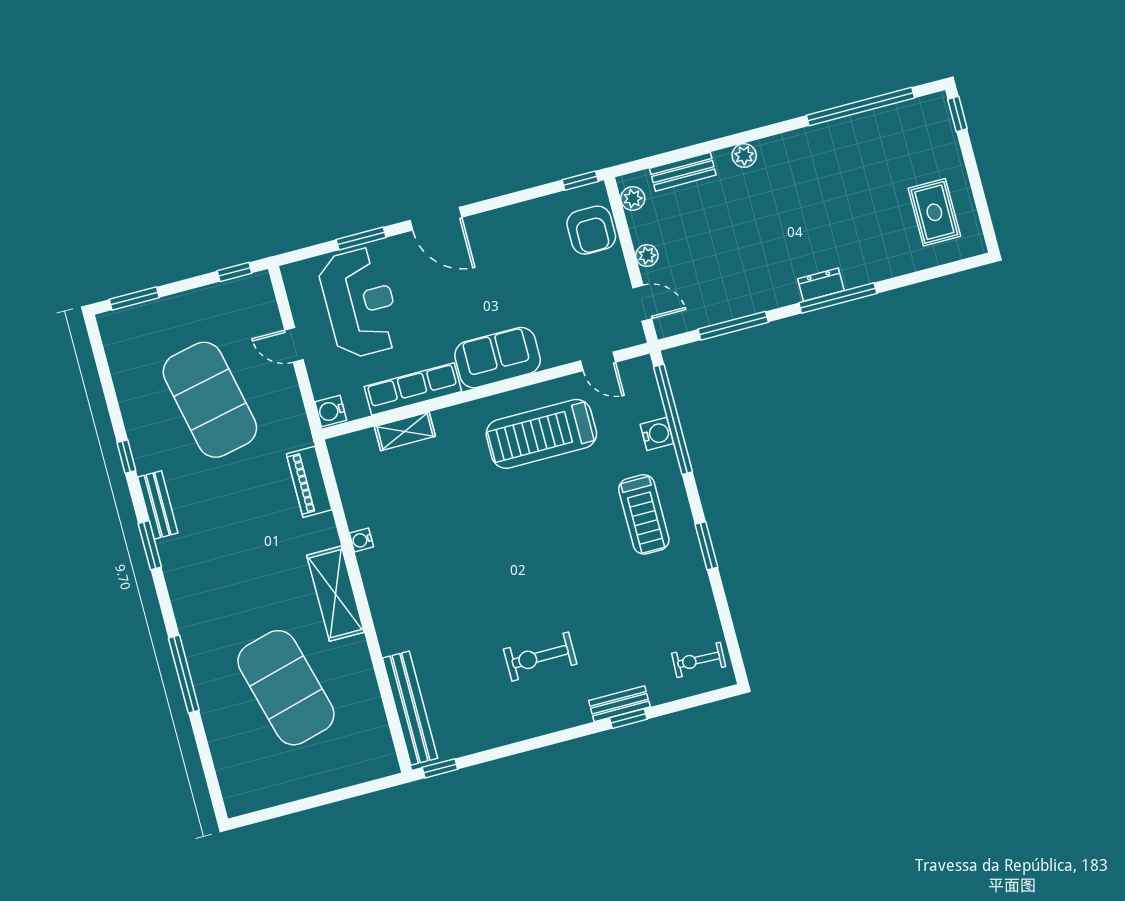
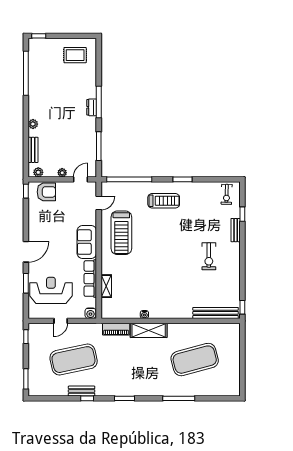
water cooler: (657, 434) -> (133, 187), removed
bench: (158, 505) -> (82, 391), moved
shelving: (335, 594) -> (149, 330), moved
window: (628, 719) -> (242, 214), moved

